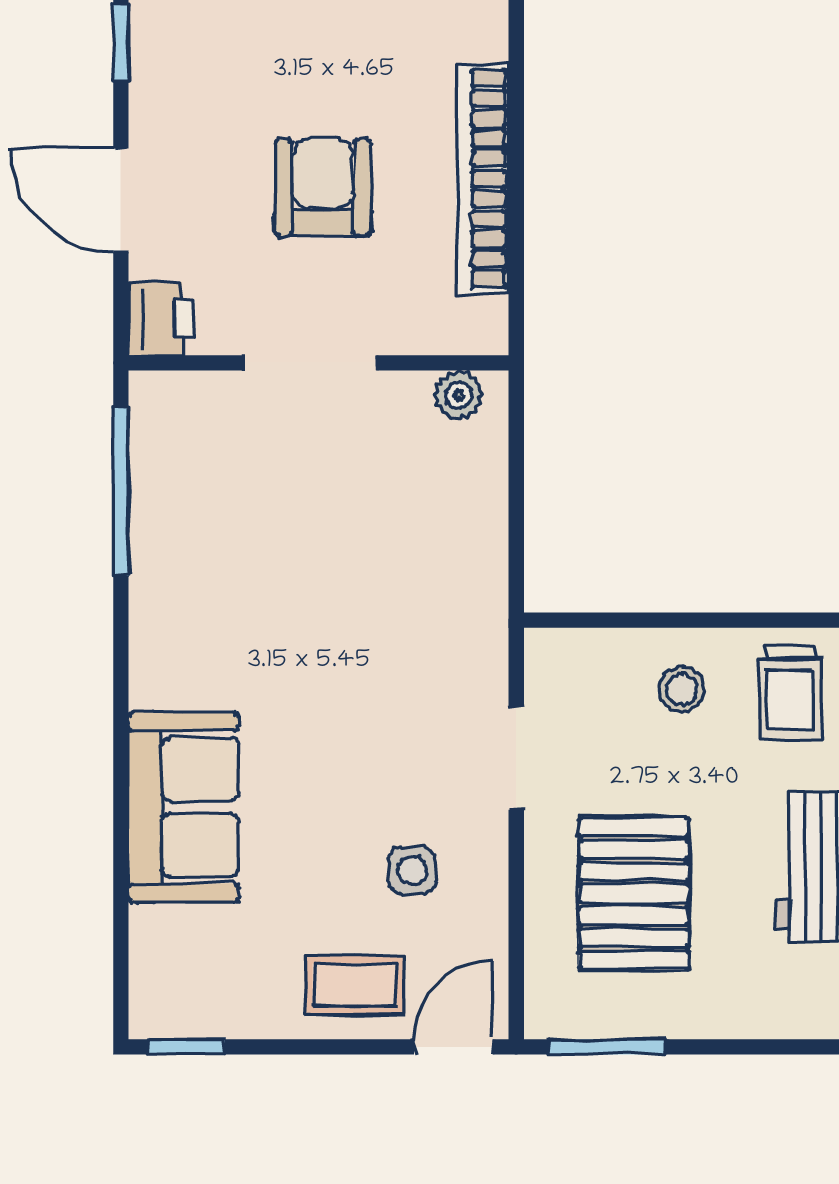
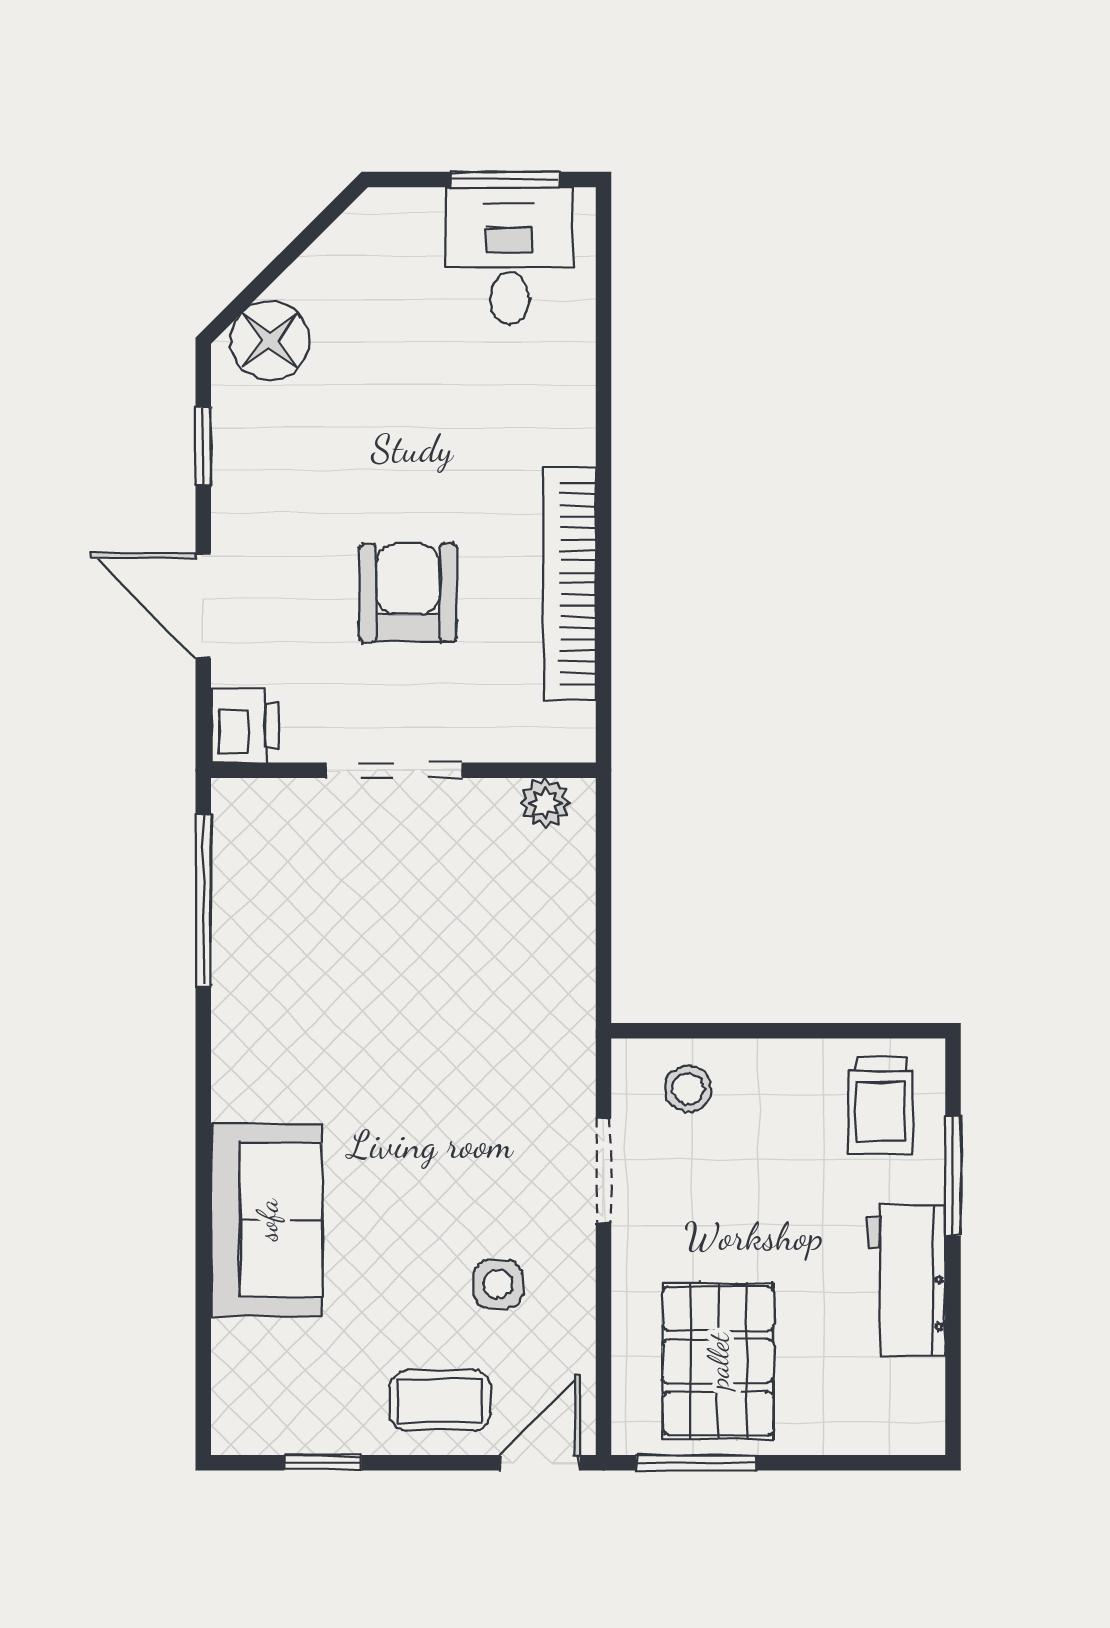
stool: (682, 689) -> (688, 1089), moved
pallet: (634, 894) -> (718, 1361), moved
window: (187, 1047) -> (323, 1463), moved

